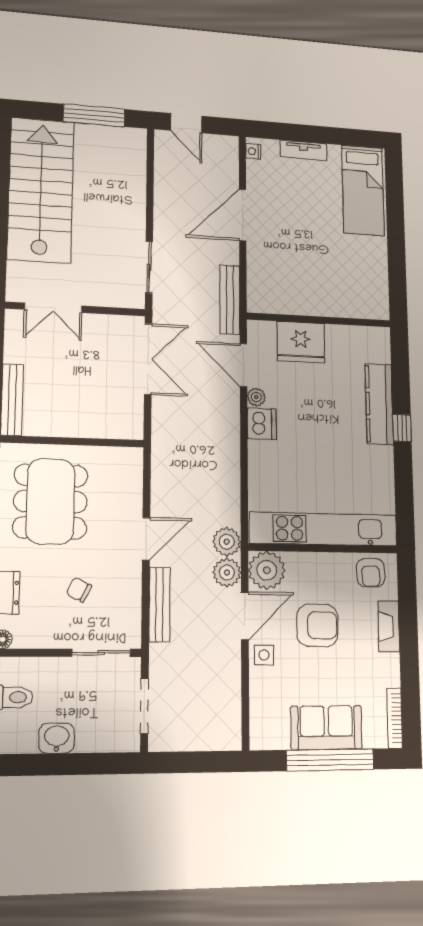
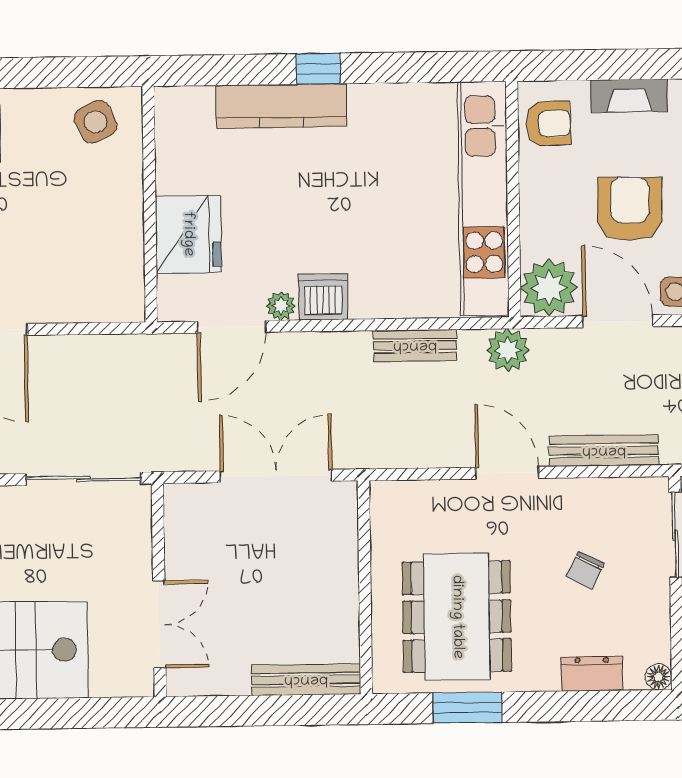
sliding door: (149, 267) -> (83, 479), width x1.37
side table: (368, 291) -> (96, 122), added
bench: (230, 300) -> (415, 346), moved, width x0.73
double door: (148, 359) -> (276, 476), moved
dining table: (50, 502) -> (457, 617), turned 90
plant: (227, 572) -> (554, 349), removed

